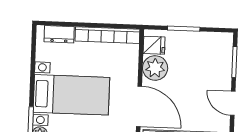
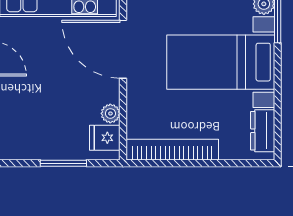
dresser: (59, 34) -> (263, 131), moved, turned -90
plant: (155, 68) -> (110, 113), width x0.53, depth x0.53

